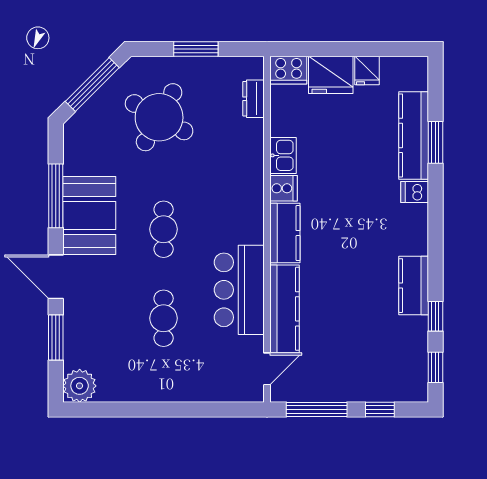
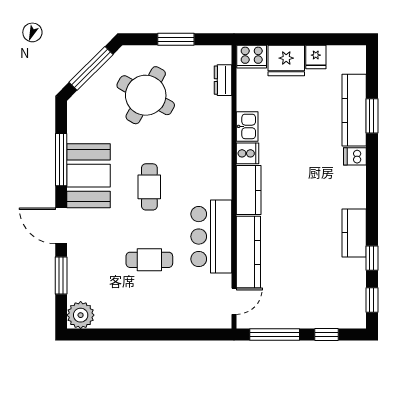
cafe table: (164, 318) -> (149, 260), turned 90

